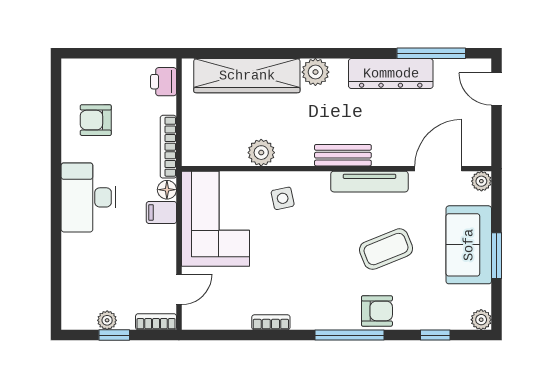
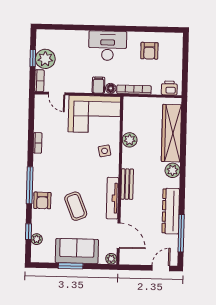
armchair: (96, 120) -> (149, 51), turned 180
plant: (107, 320) -> (45, 59), width x1.88, depth x1.88
plant: (481, 320) -> (37, 239), moved

